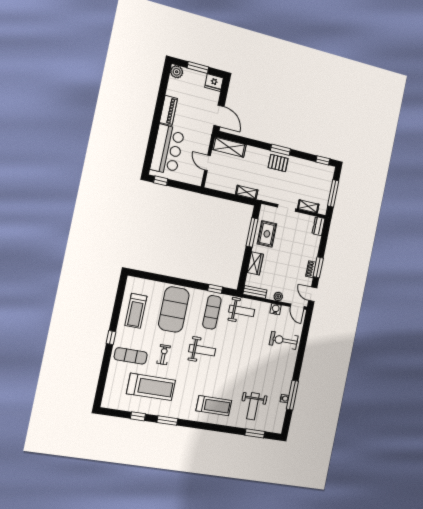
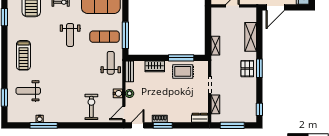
shelving: (229, 147) -> (251, 37), moved
window: (215, 289) -> (125, 35), width x2.17
weight bench: (242, 311) -> (111, 63), turned 180

